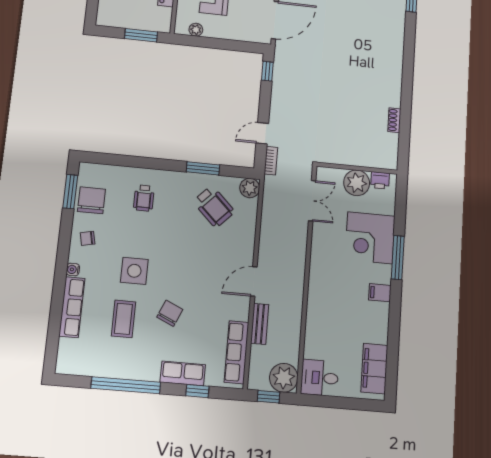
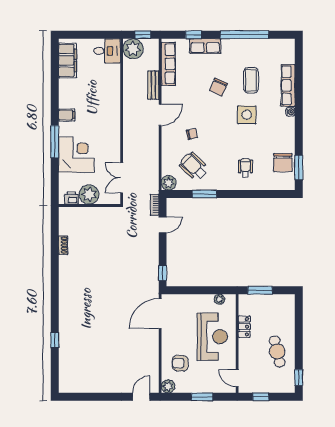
chair: (88, 238) -> (192, 134), moved

